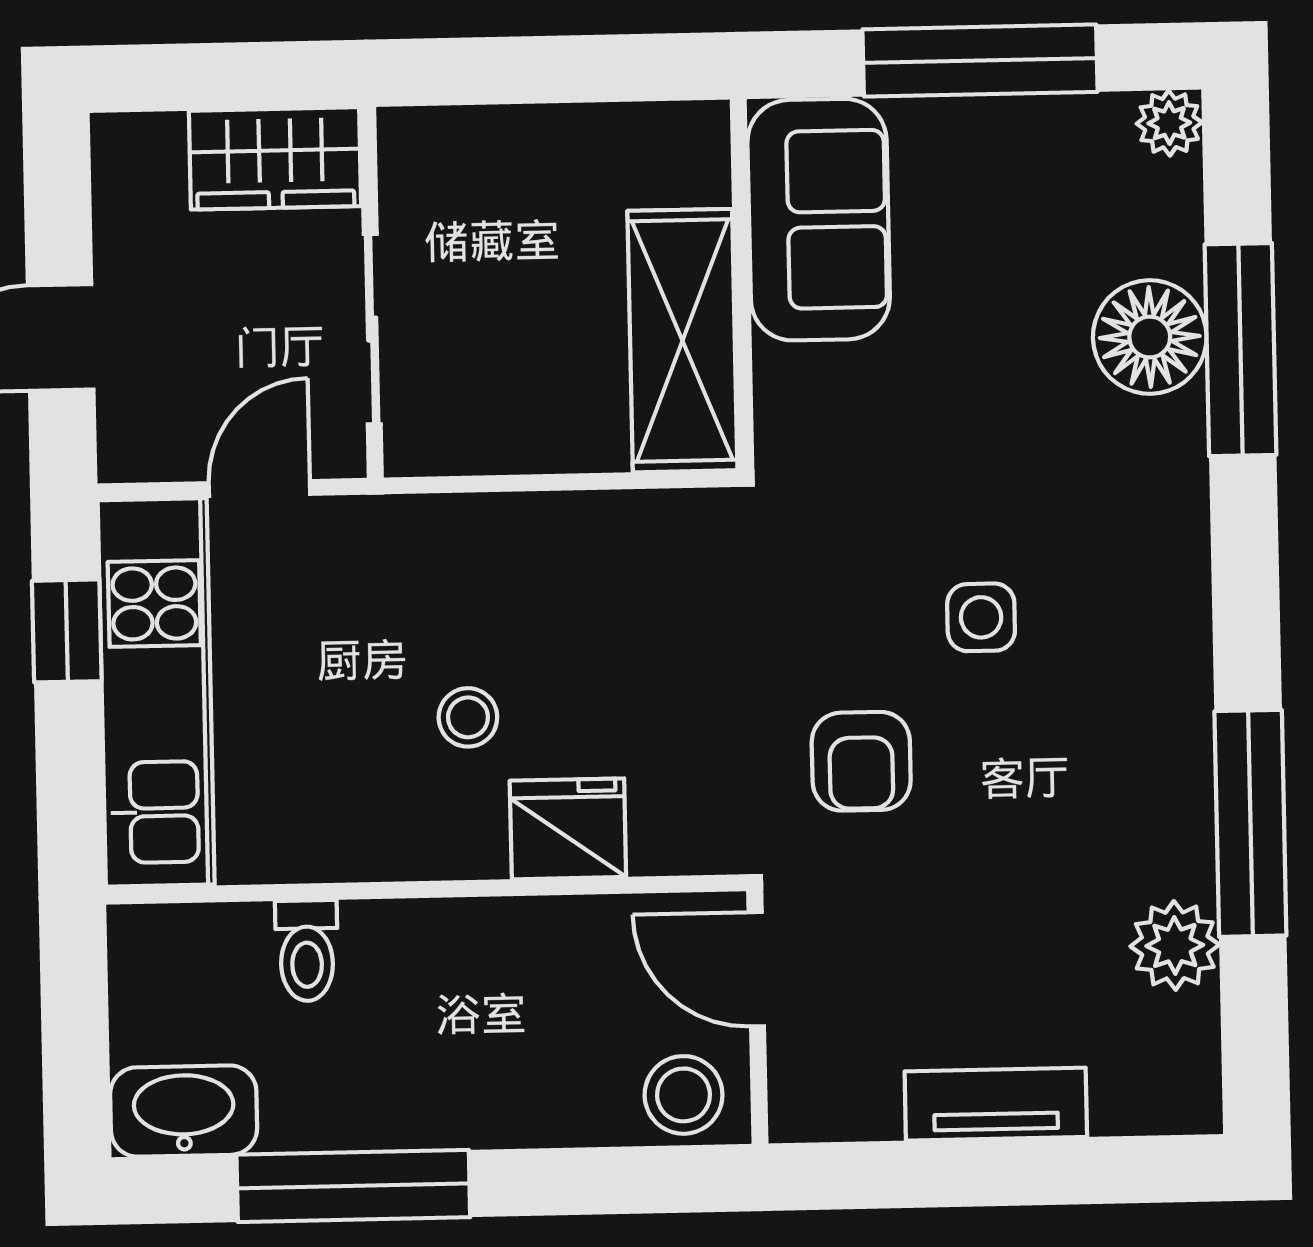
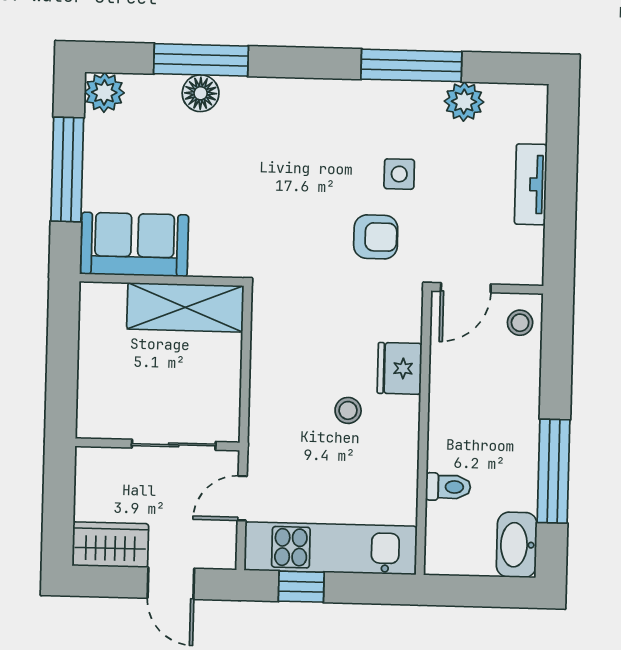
plant: (1169, 123) -> (104, 92), width x1.38, depth x1.38
wardrobe: (275, 158) -> (110, 545), moved, turned -90
floor lamp: (1150, 337) -> (201, 93), width x0.73, depth x0.73
door: (259, 489) -> (242, 498), hinge flipped
side table: (981, 617) -> (399, 174), moved
stool: (684, 1095) -> (520, 323), width x0.73, depth x0.73

